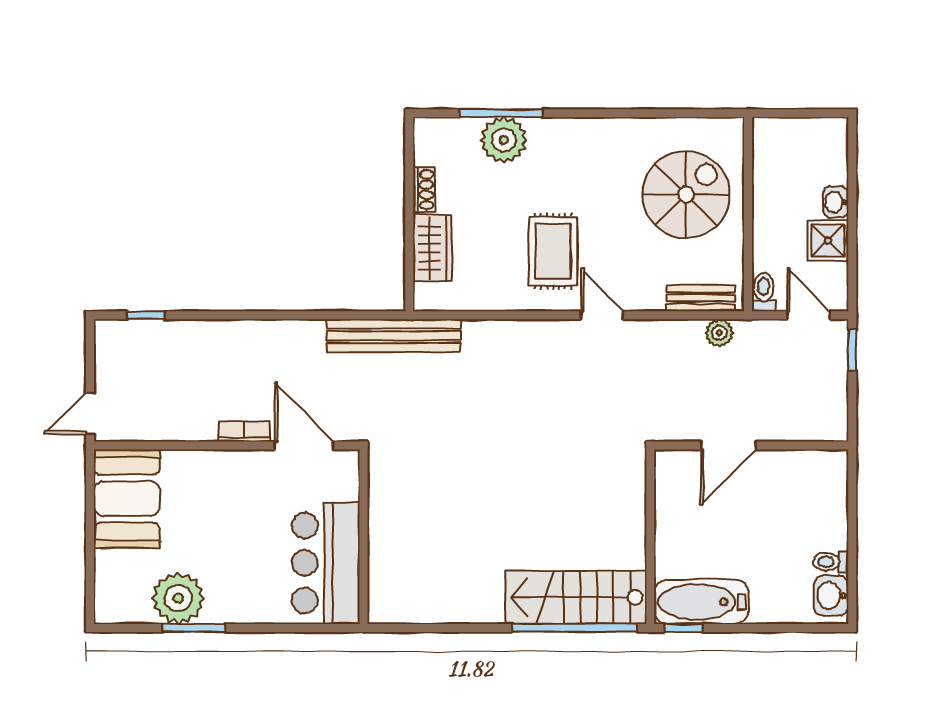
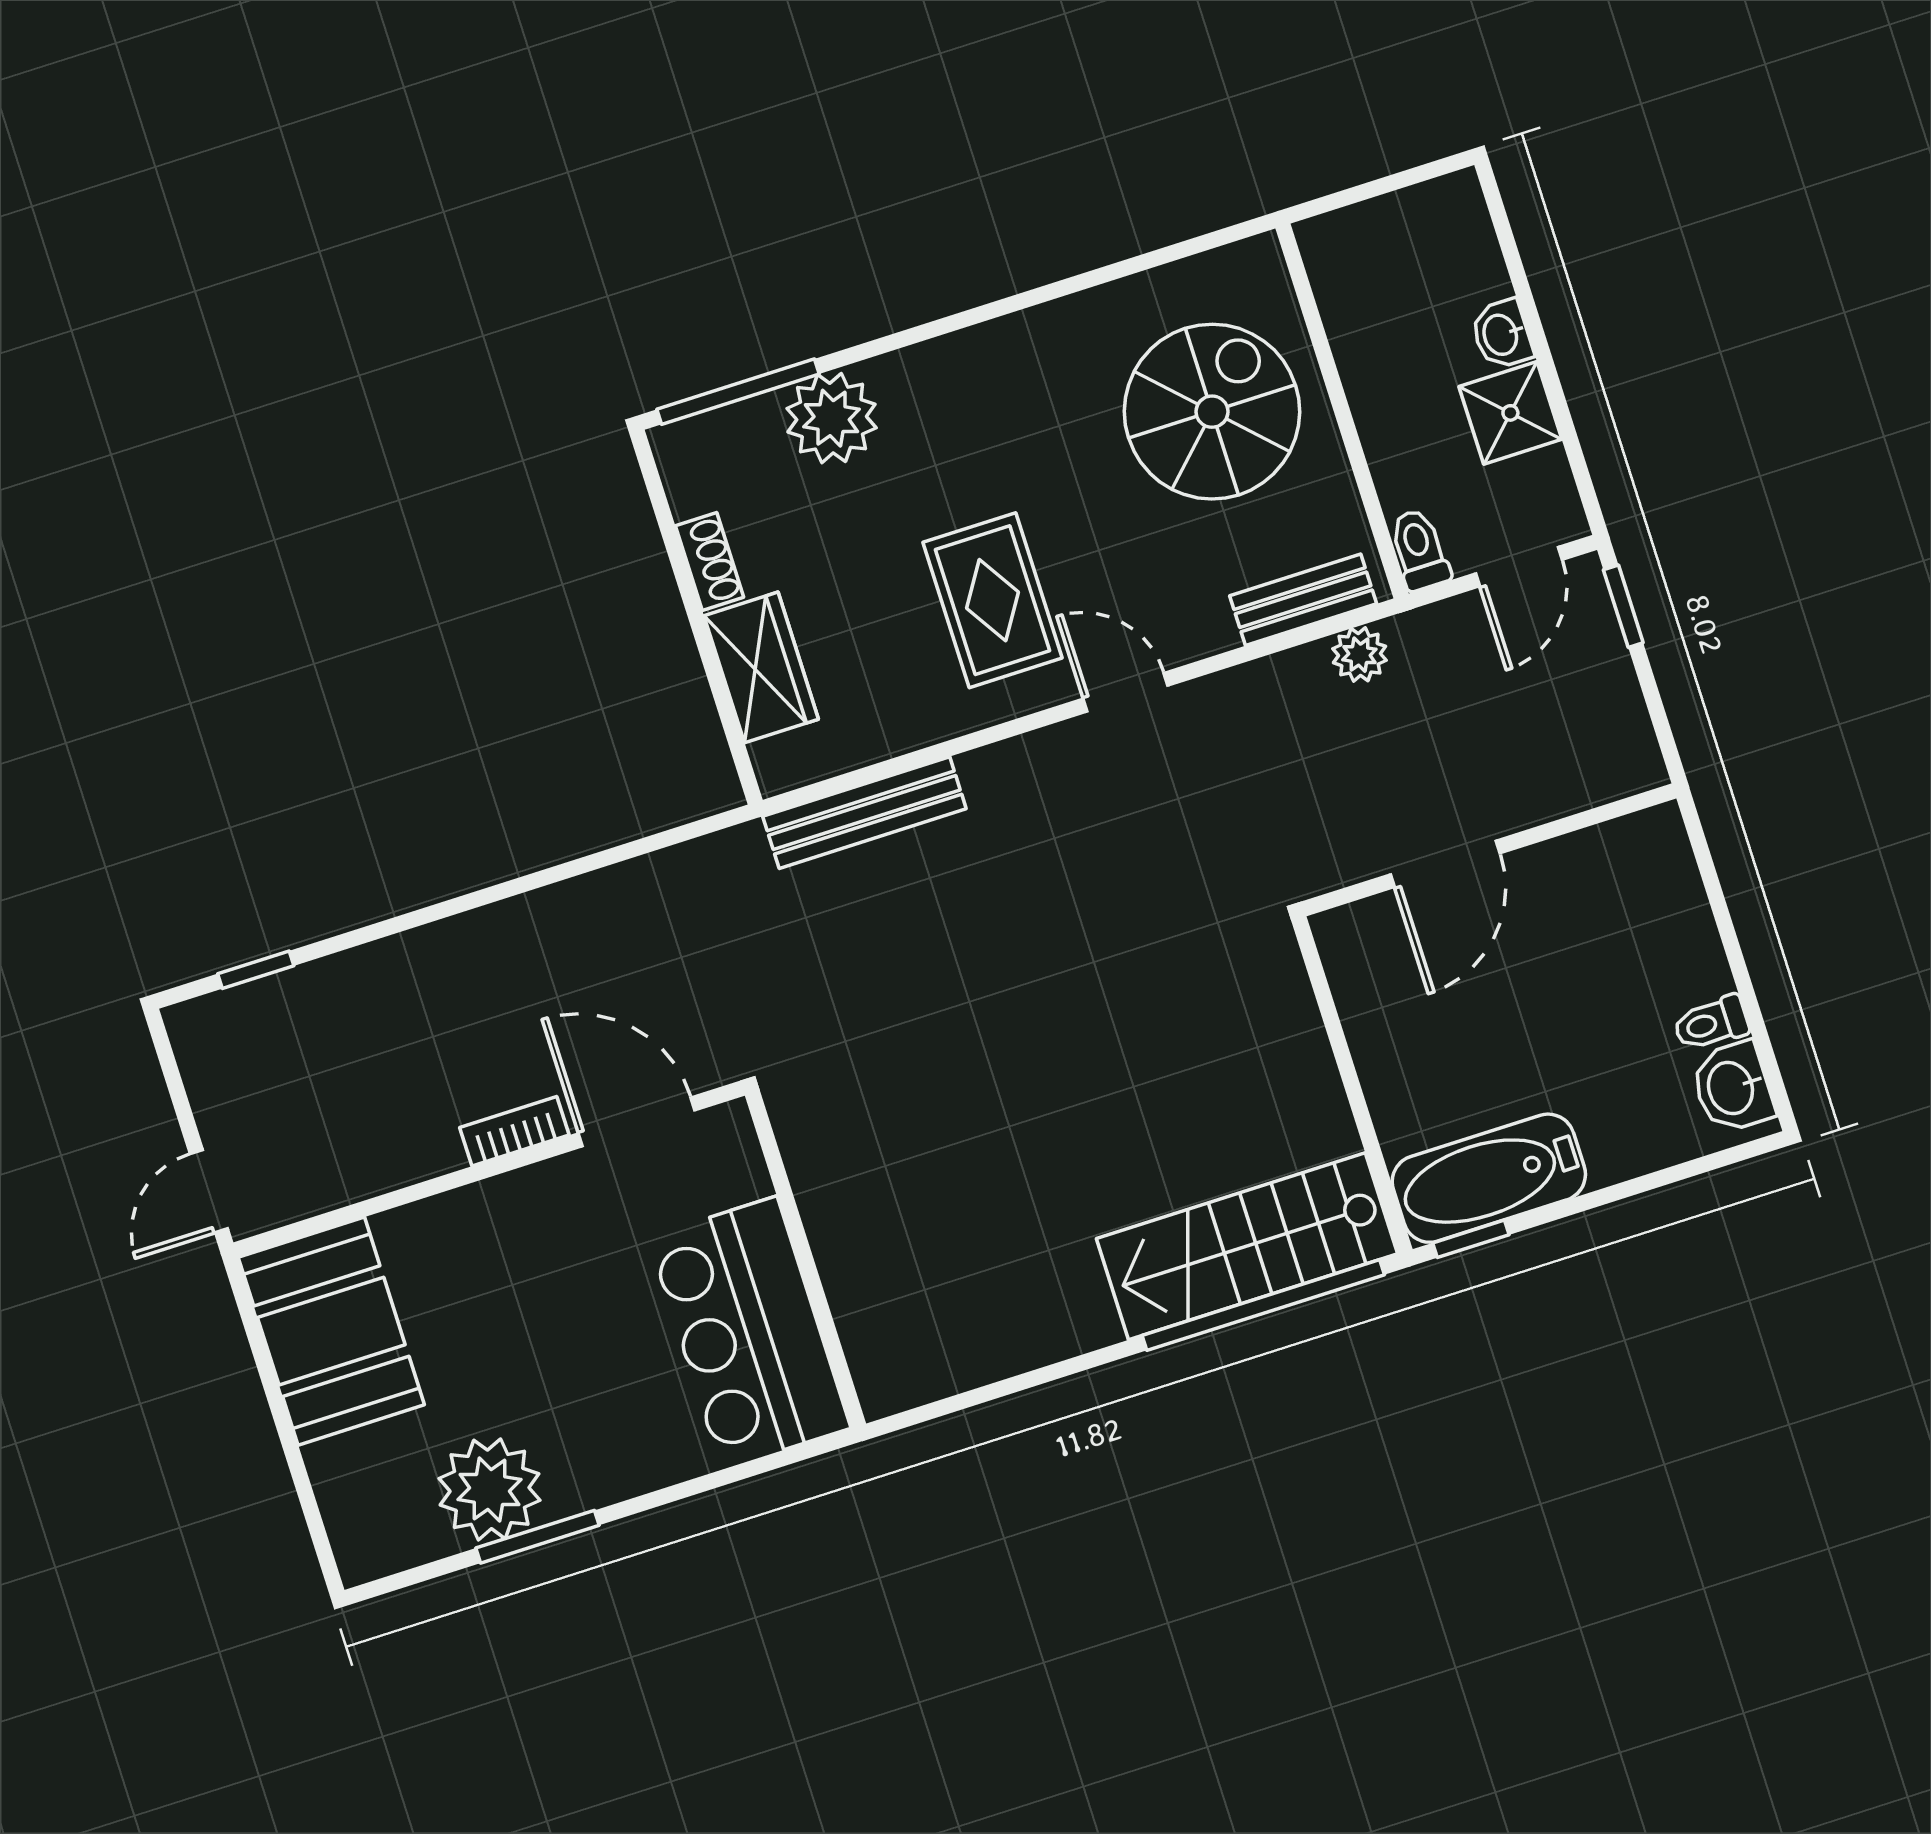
window: (501, 113) -> (738, 392), moved
door: (809, 315) -> (1519, 567), swing flipped
bench: (394, 336) -> (864, 813), moved, width x0.73, depth x0.82

